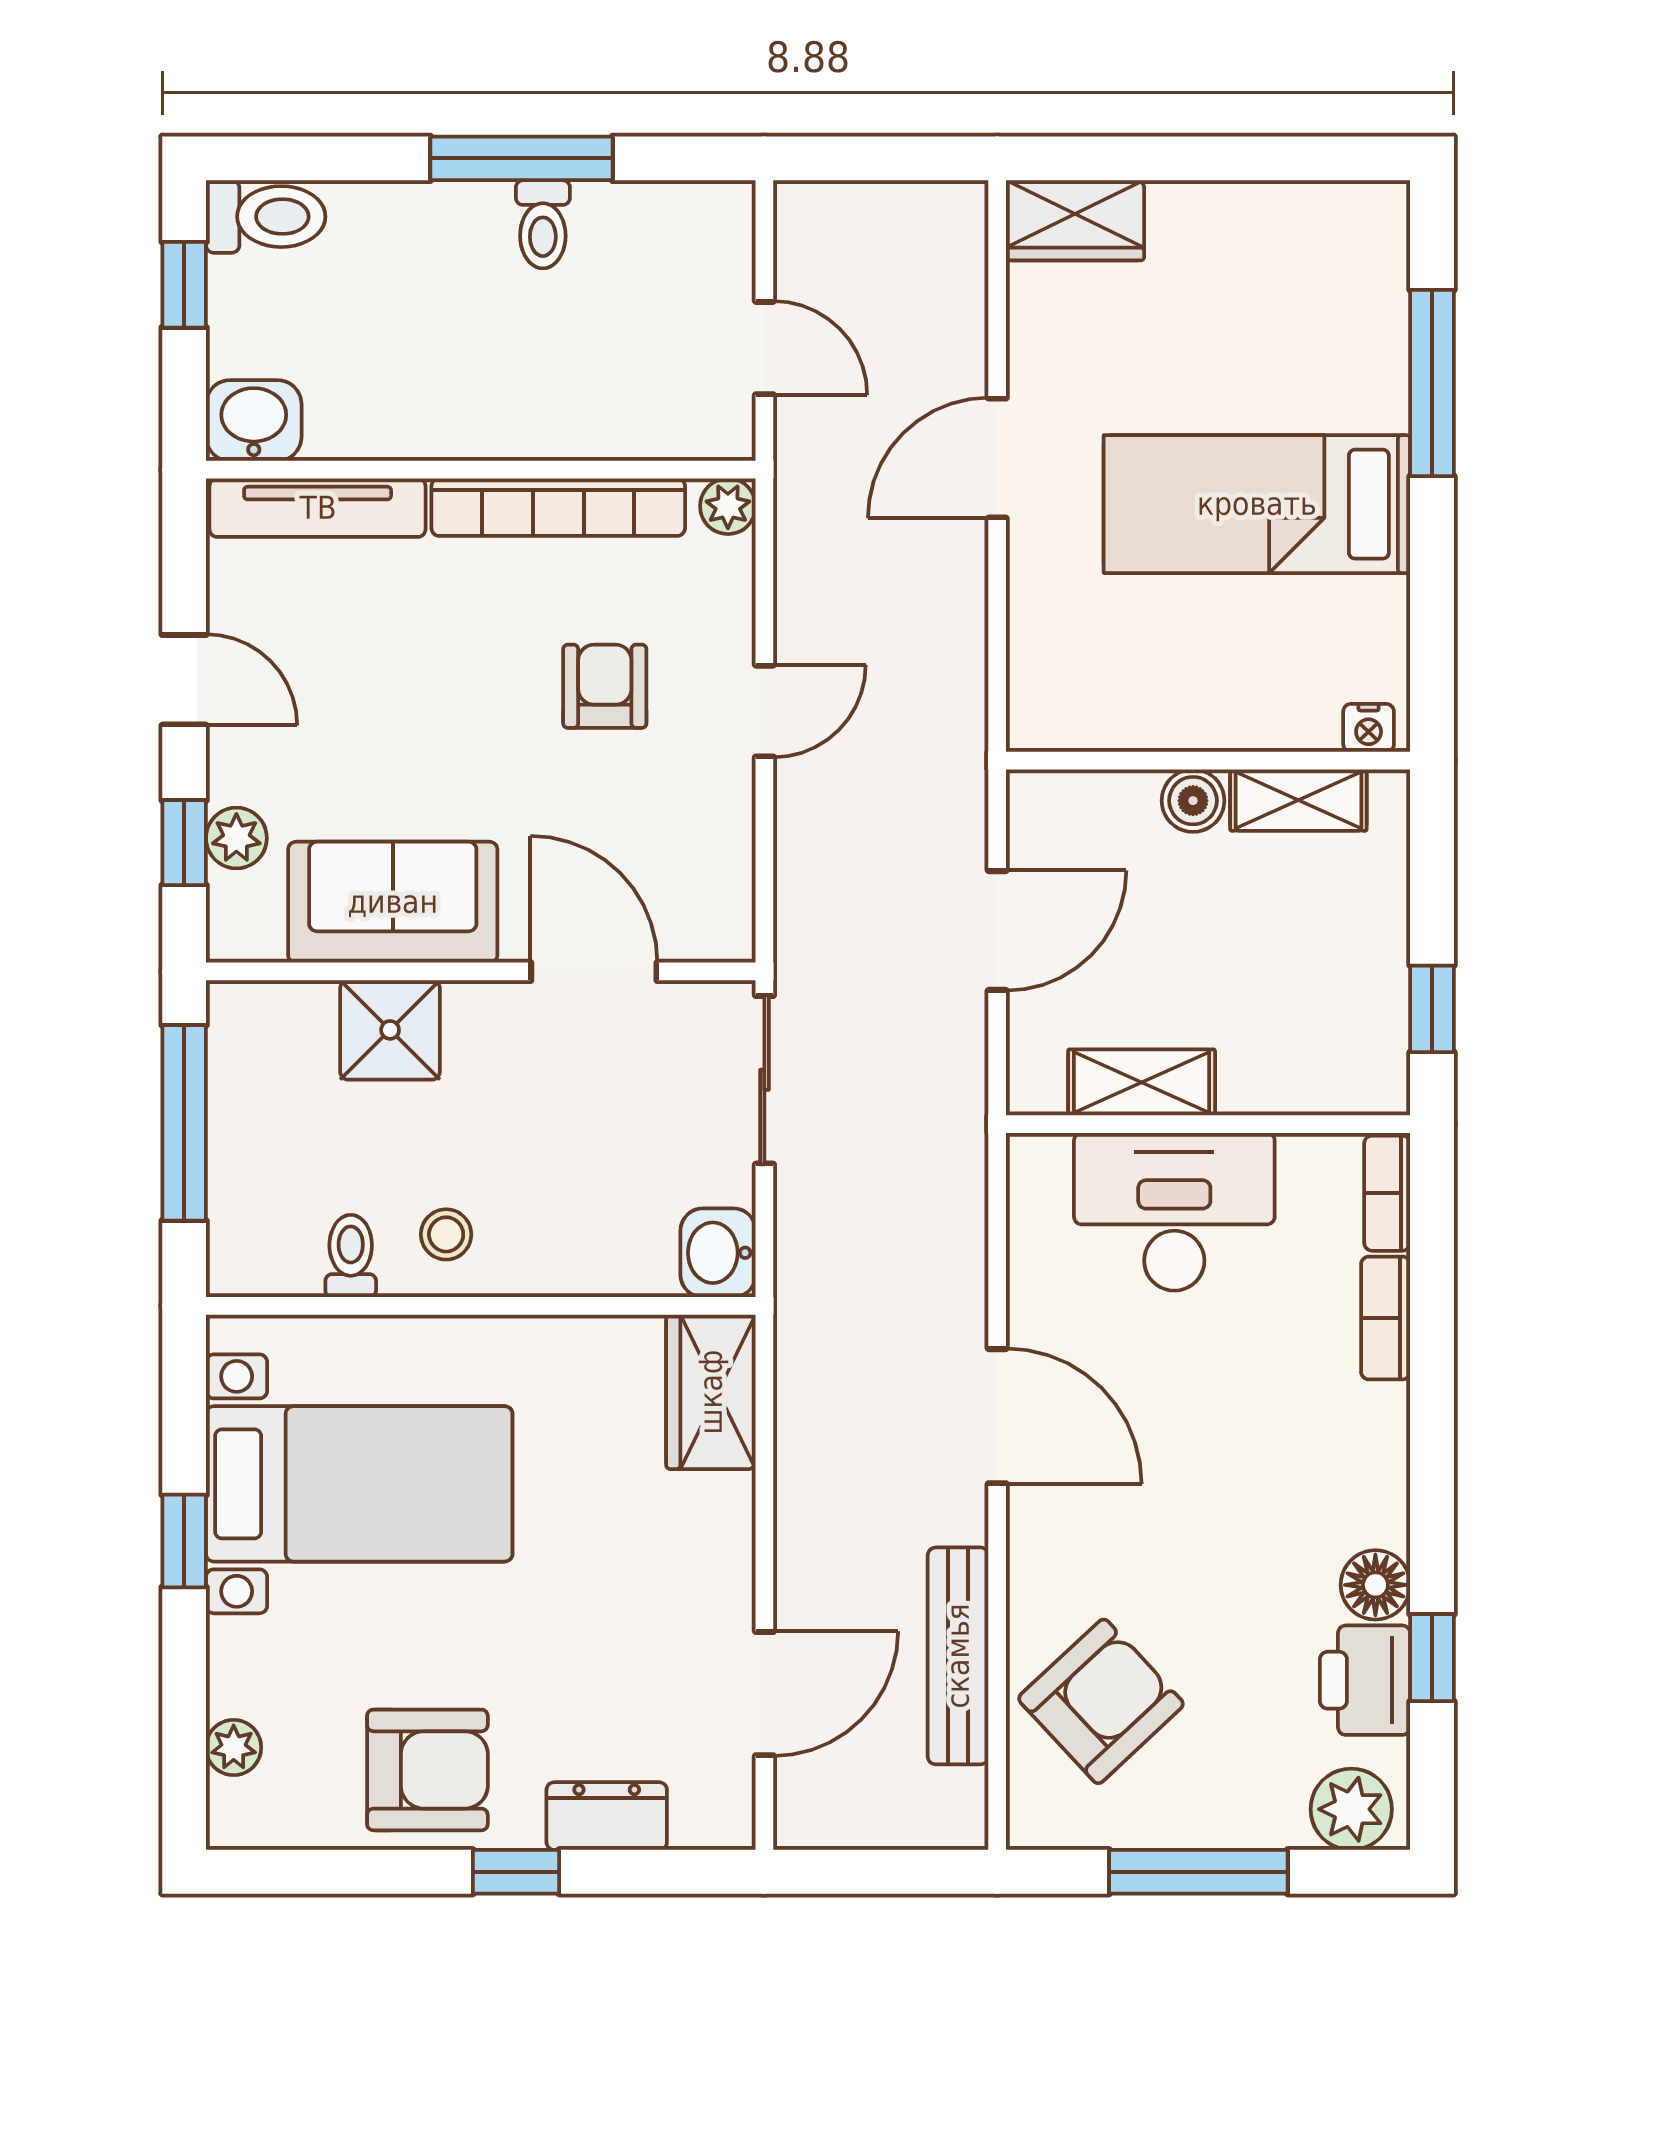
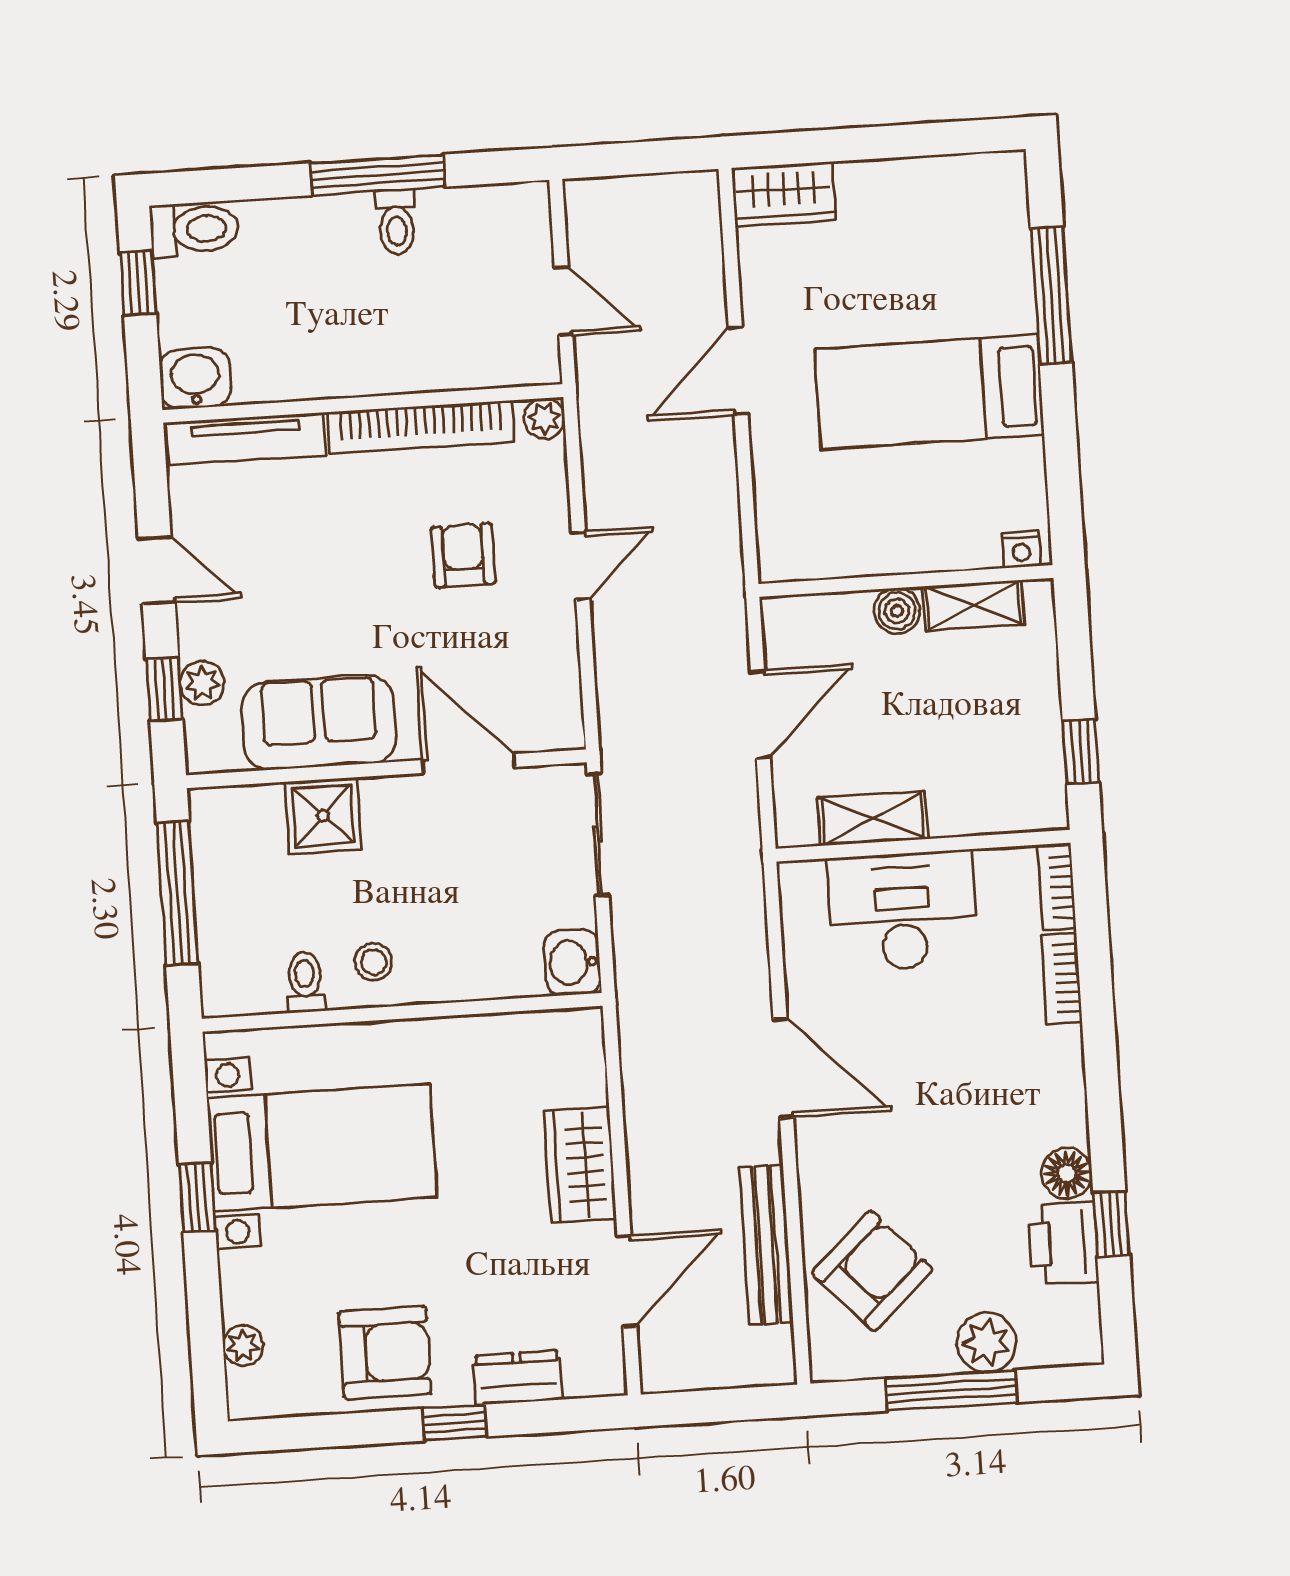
wardrobe: (711, 1392) -> (580, 1165), moved
plant: (1351, 1809) -> (986, 1343), moved

